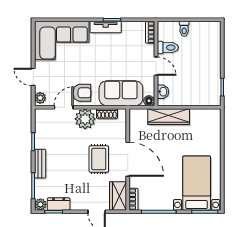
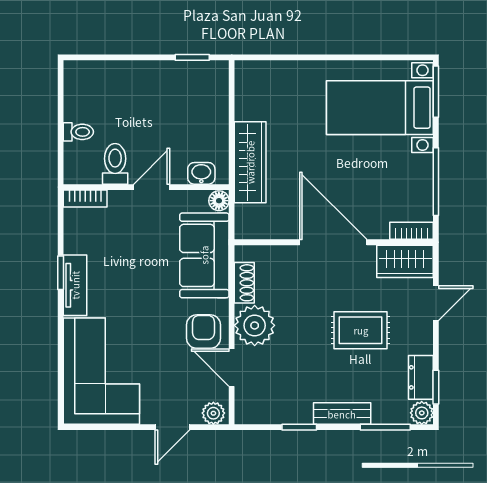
rug: (99, 159) -> (361, 330), moved
door: (128, 159) -> (333, 242), hinge flipped

